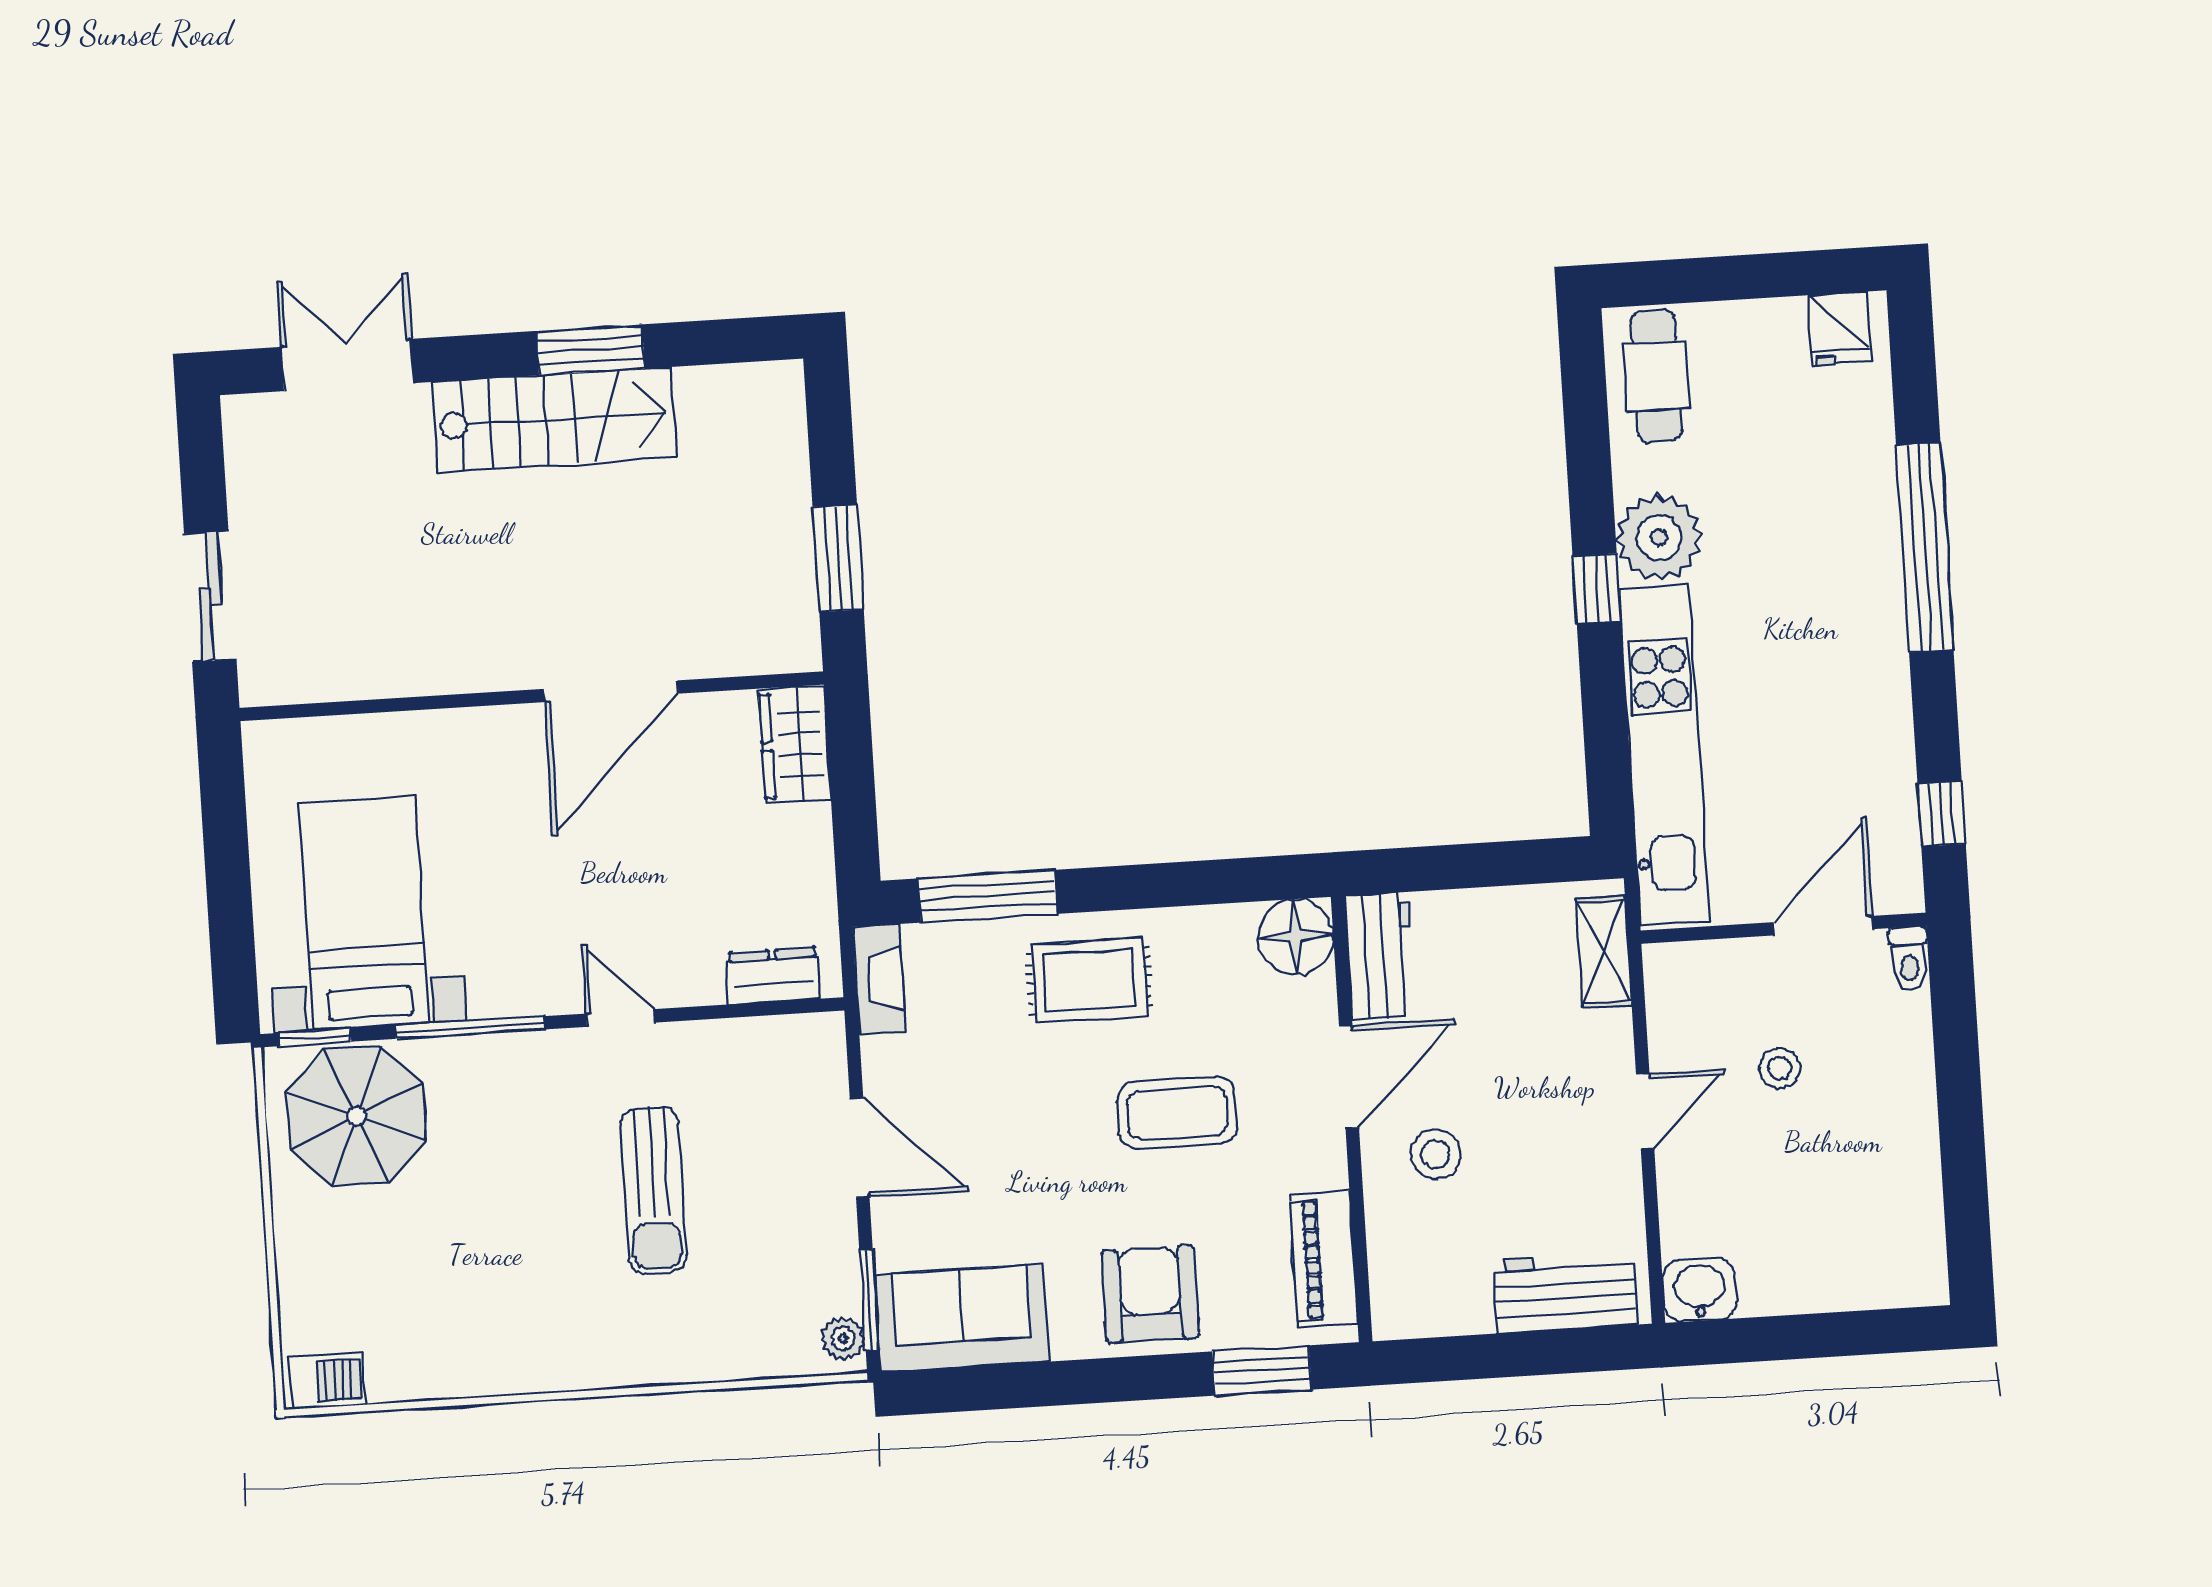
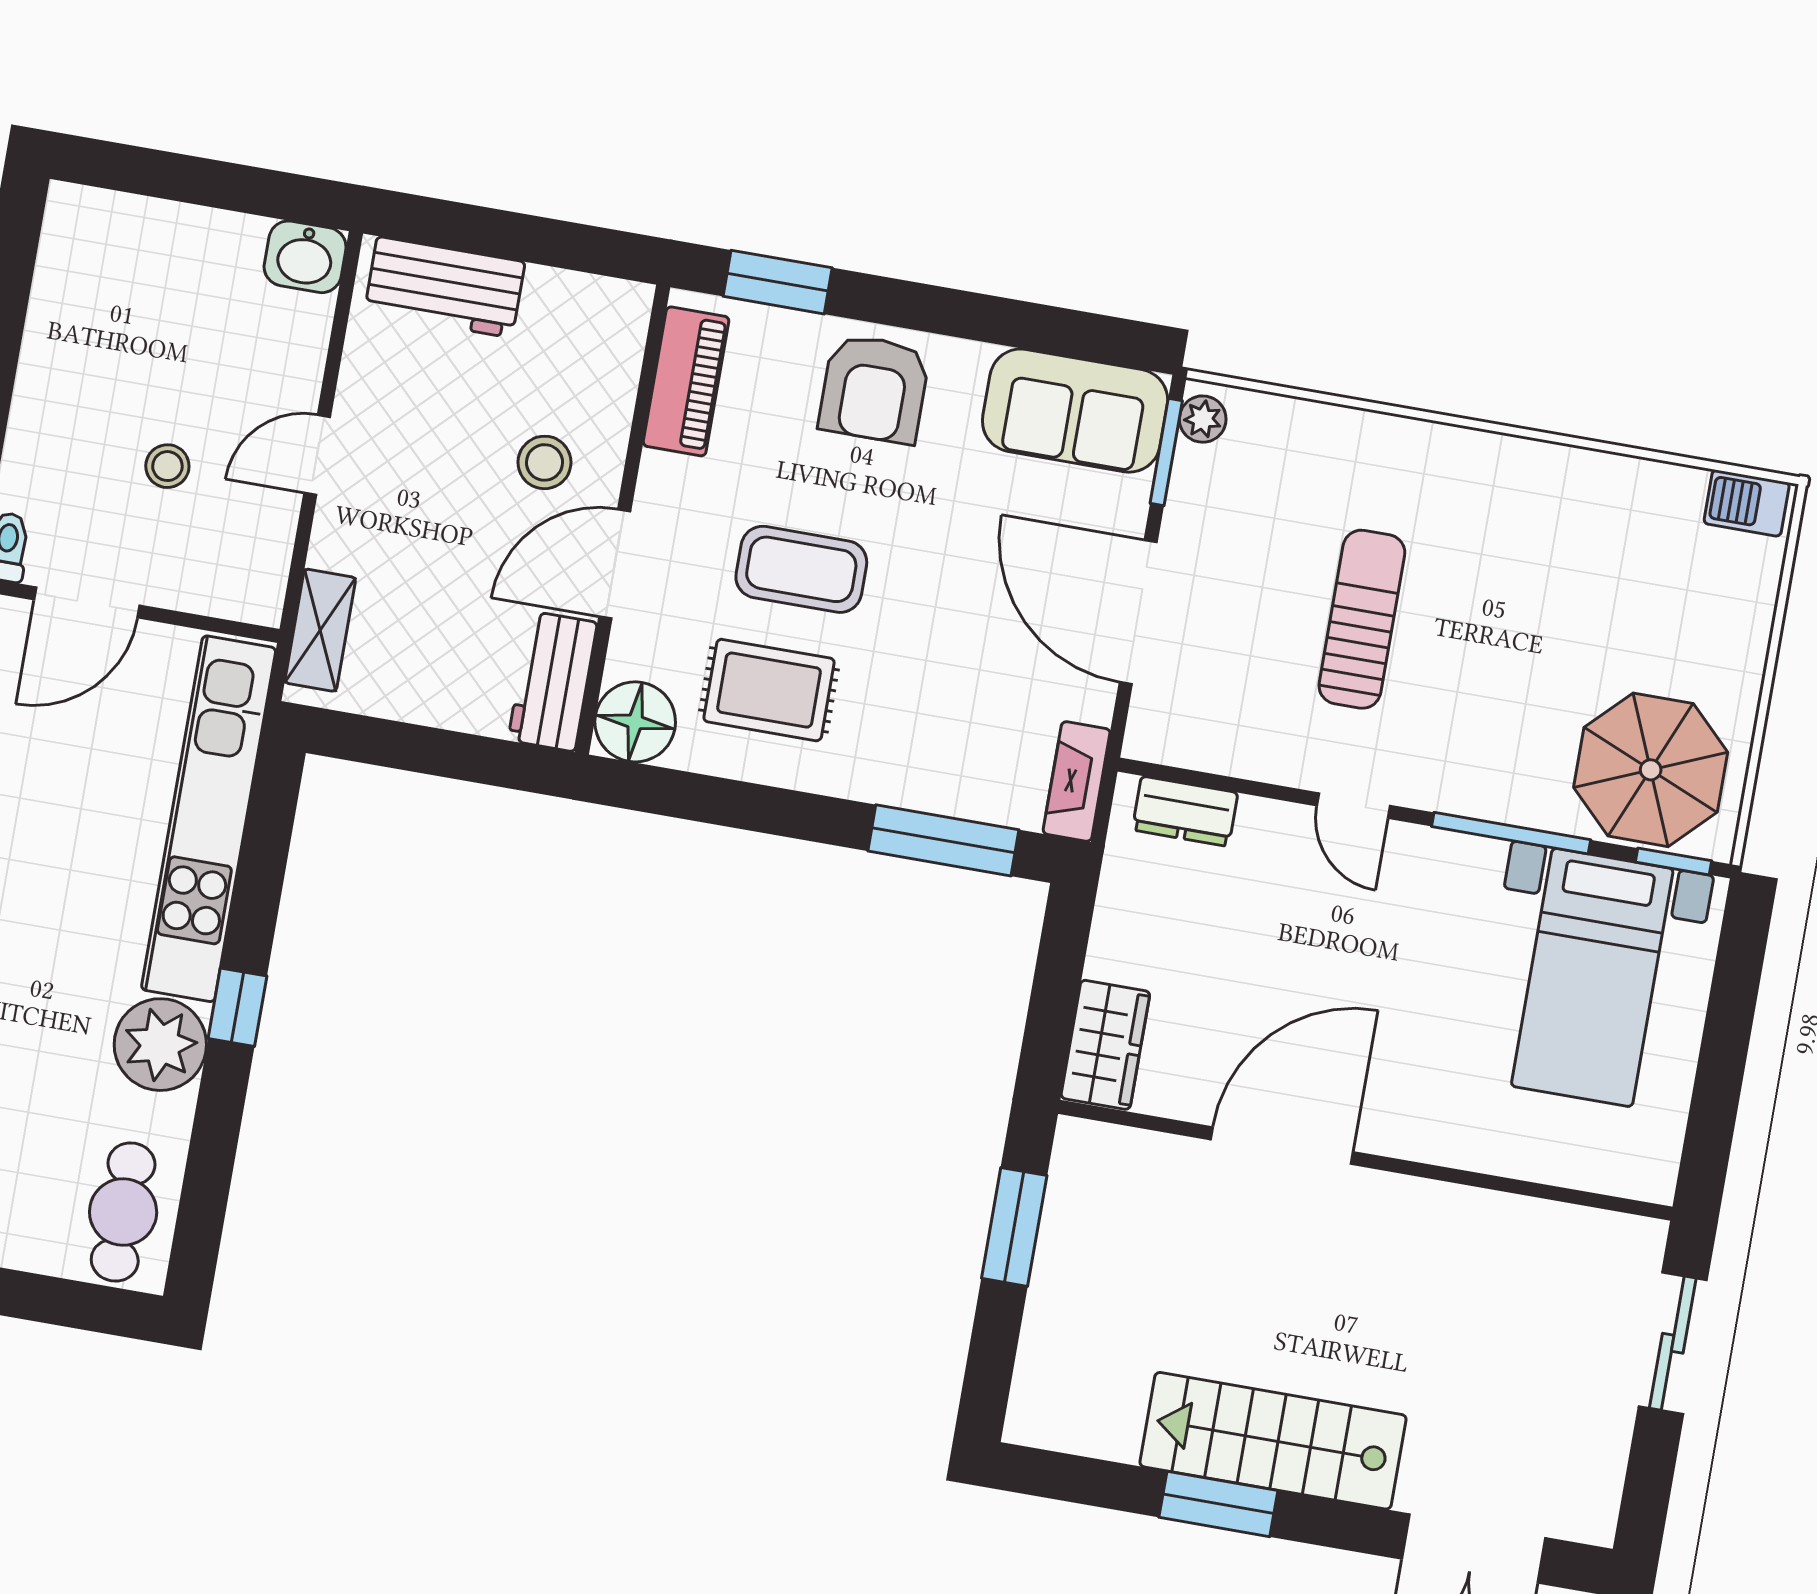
rug: (1089, 980) -> (769, 690), moved
door: (860, 1148) -> (1138, 612), width x1.36

